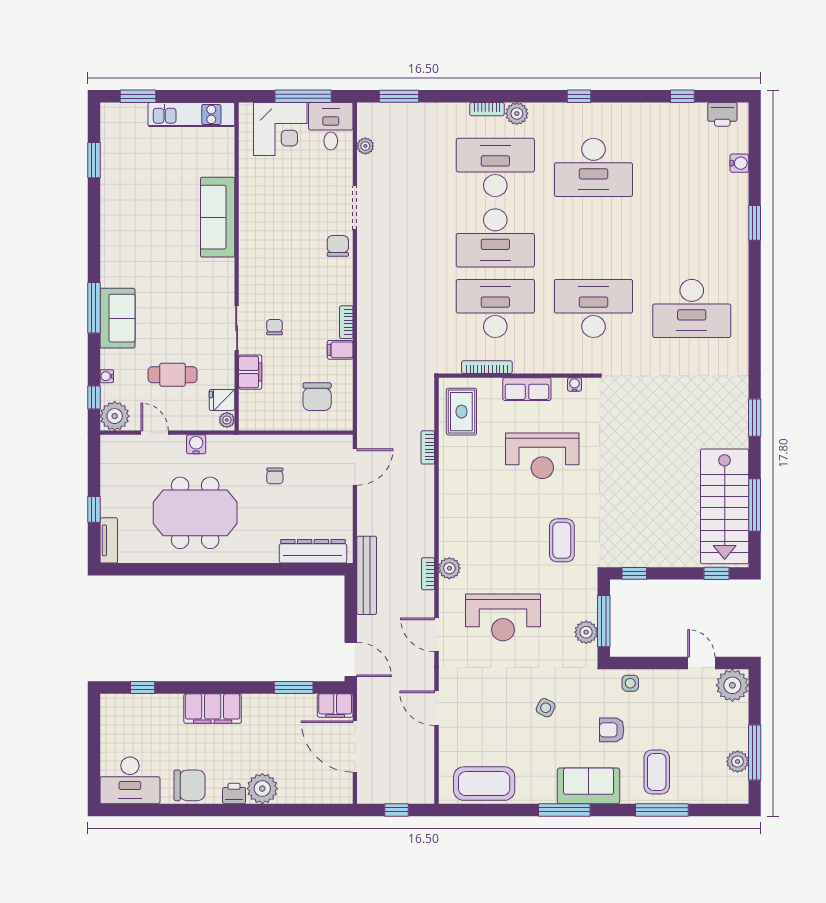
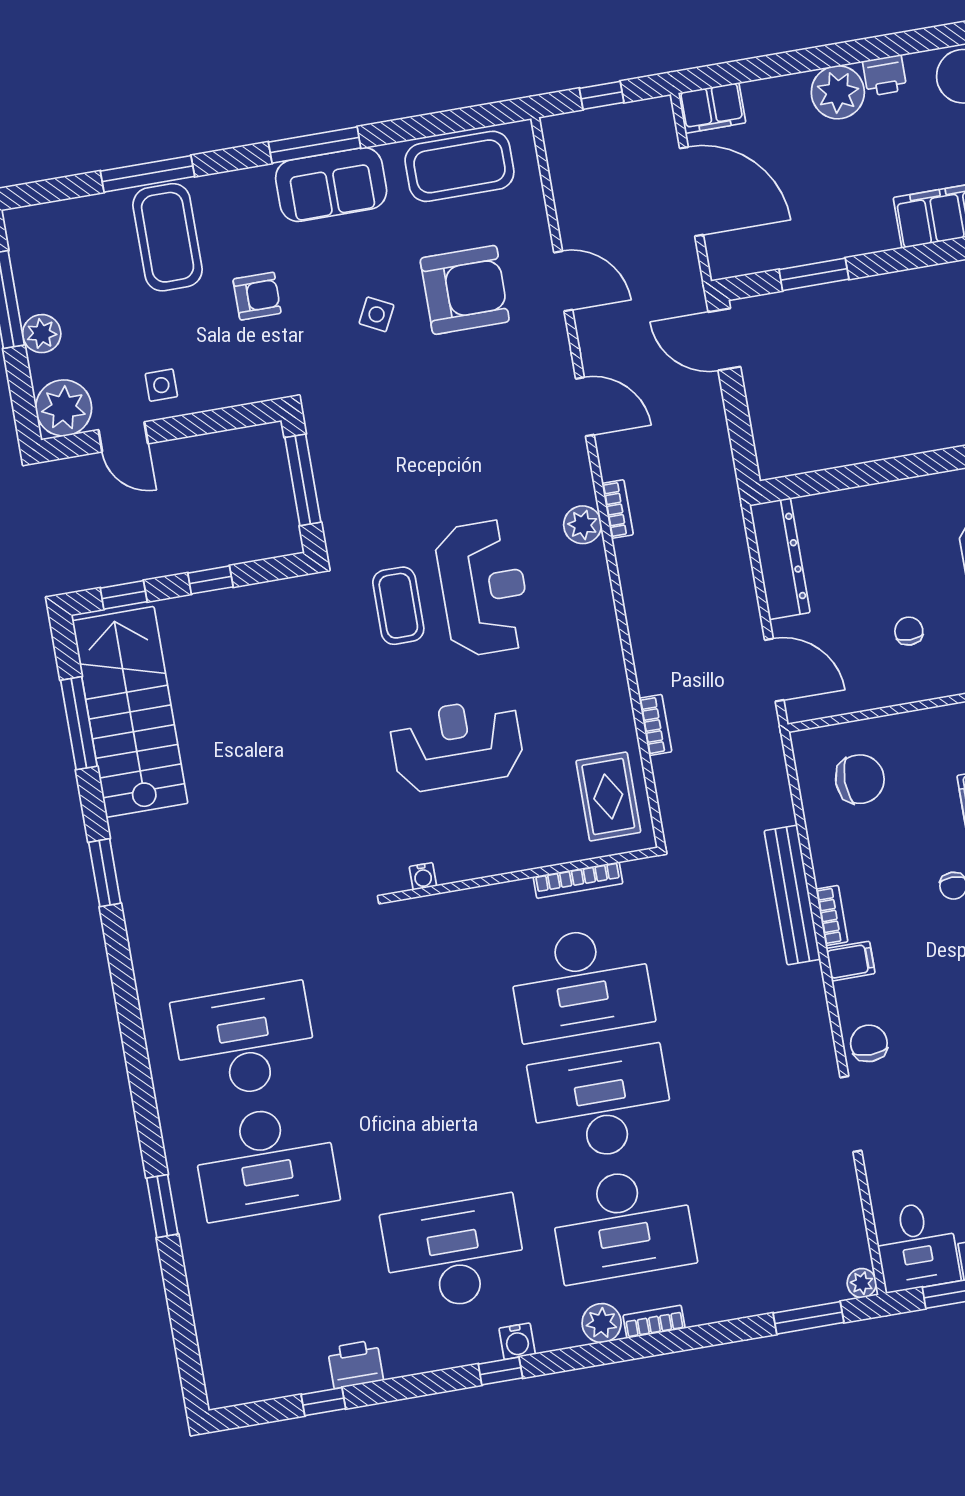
printer: (722, 114) -> (355, 1364), moved
plant: (365, 146) -> (862, 1283), moved
water cooler: (739, 163) -> (517, 1341), moved, turned -90
chair: (338, 246) -> (869, 1043), turned 180
desk: (594, 308) -> (265, 1162), moved
filing cabinet: (340, 350) -> (851, 961), moved
row of seats: (527, 389) -> (503, 854), removed
chair: (317, 397) -> (860, 779), turned 90
door: (355, 467) -> (774, 670), swing flipped
dresser: (313, 551) -> (780, 559), moved, turned -90
window: (634, 573) -> (210, 580), moved
bench: (367, 575) -> (792, 895), moved
reception desk: (503, 617) -> (483, 588), moved, turned 90
plant: (586, 632) -> (330, 456), removed
side table: (630, 683) -> (161, 385), moved
filing cabinet: (335, 706) -> (712, 108), moved, turned 180
armchair: (493, 713) -> (465, 290), added
plant: (738, 761) -> (42, 334), moved
coffee table: (657, 772) -> (168, 237), width x1.36, depth x1.32
sofa: (588, 786) -> (331, 184), moved

